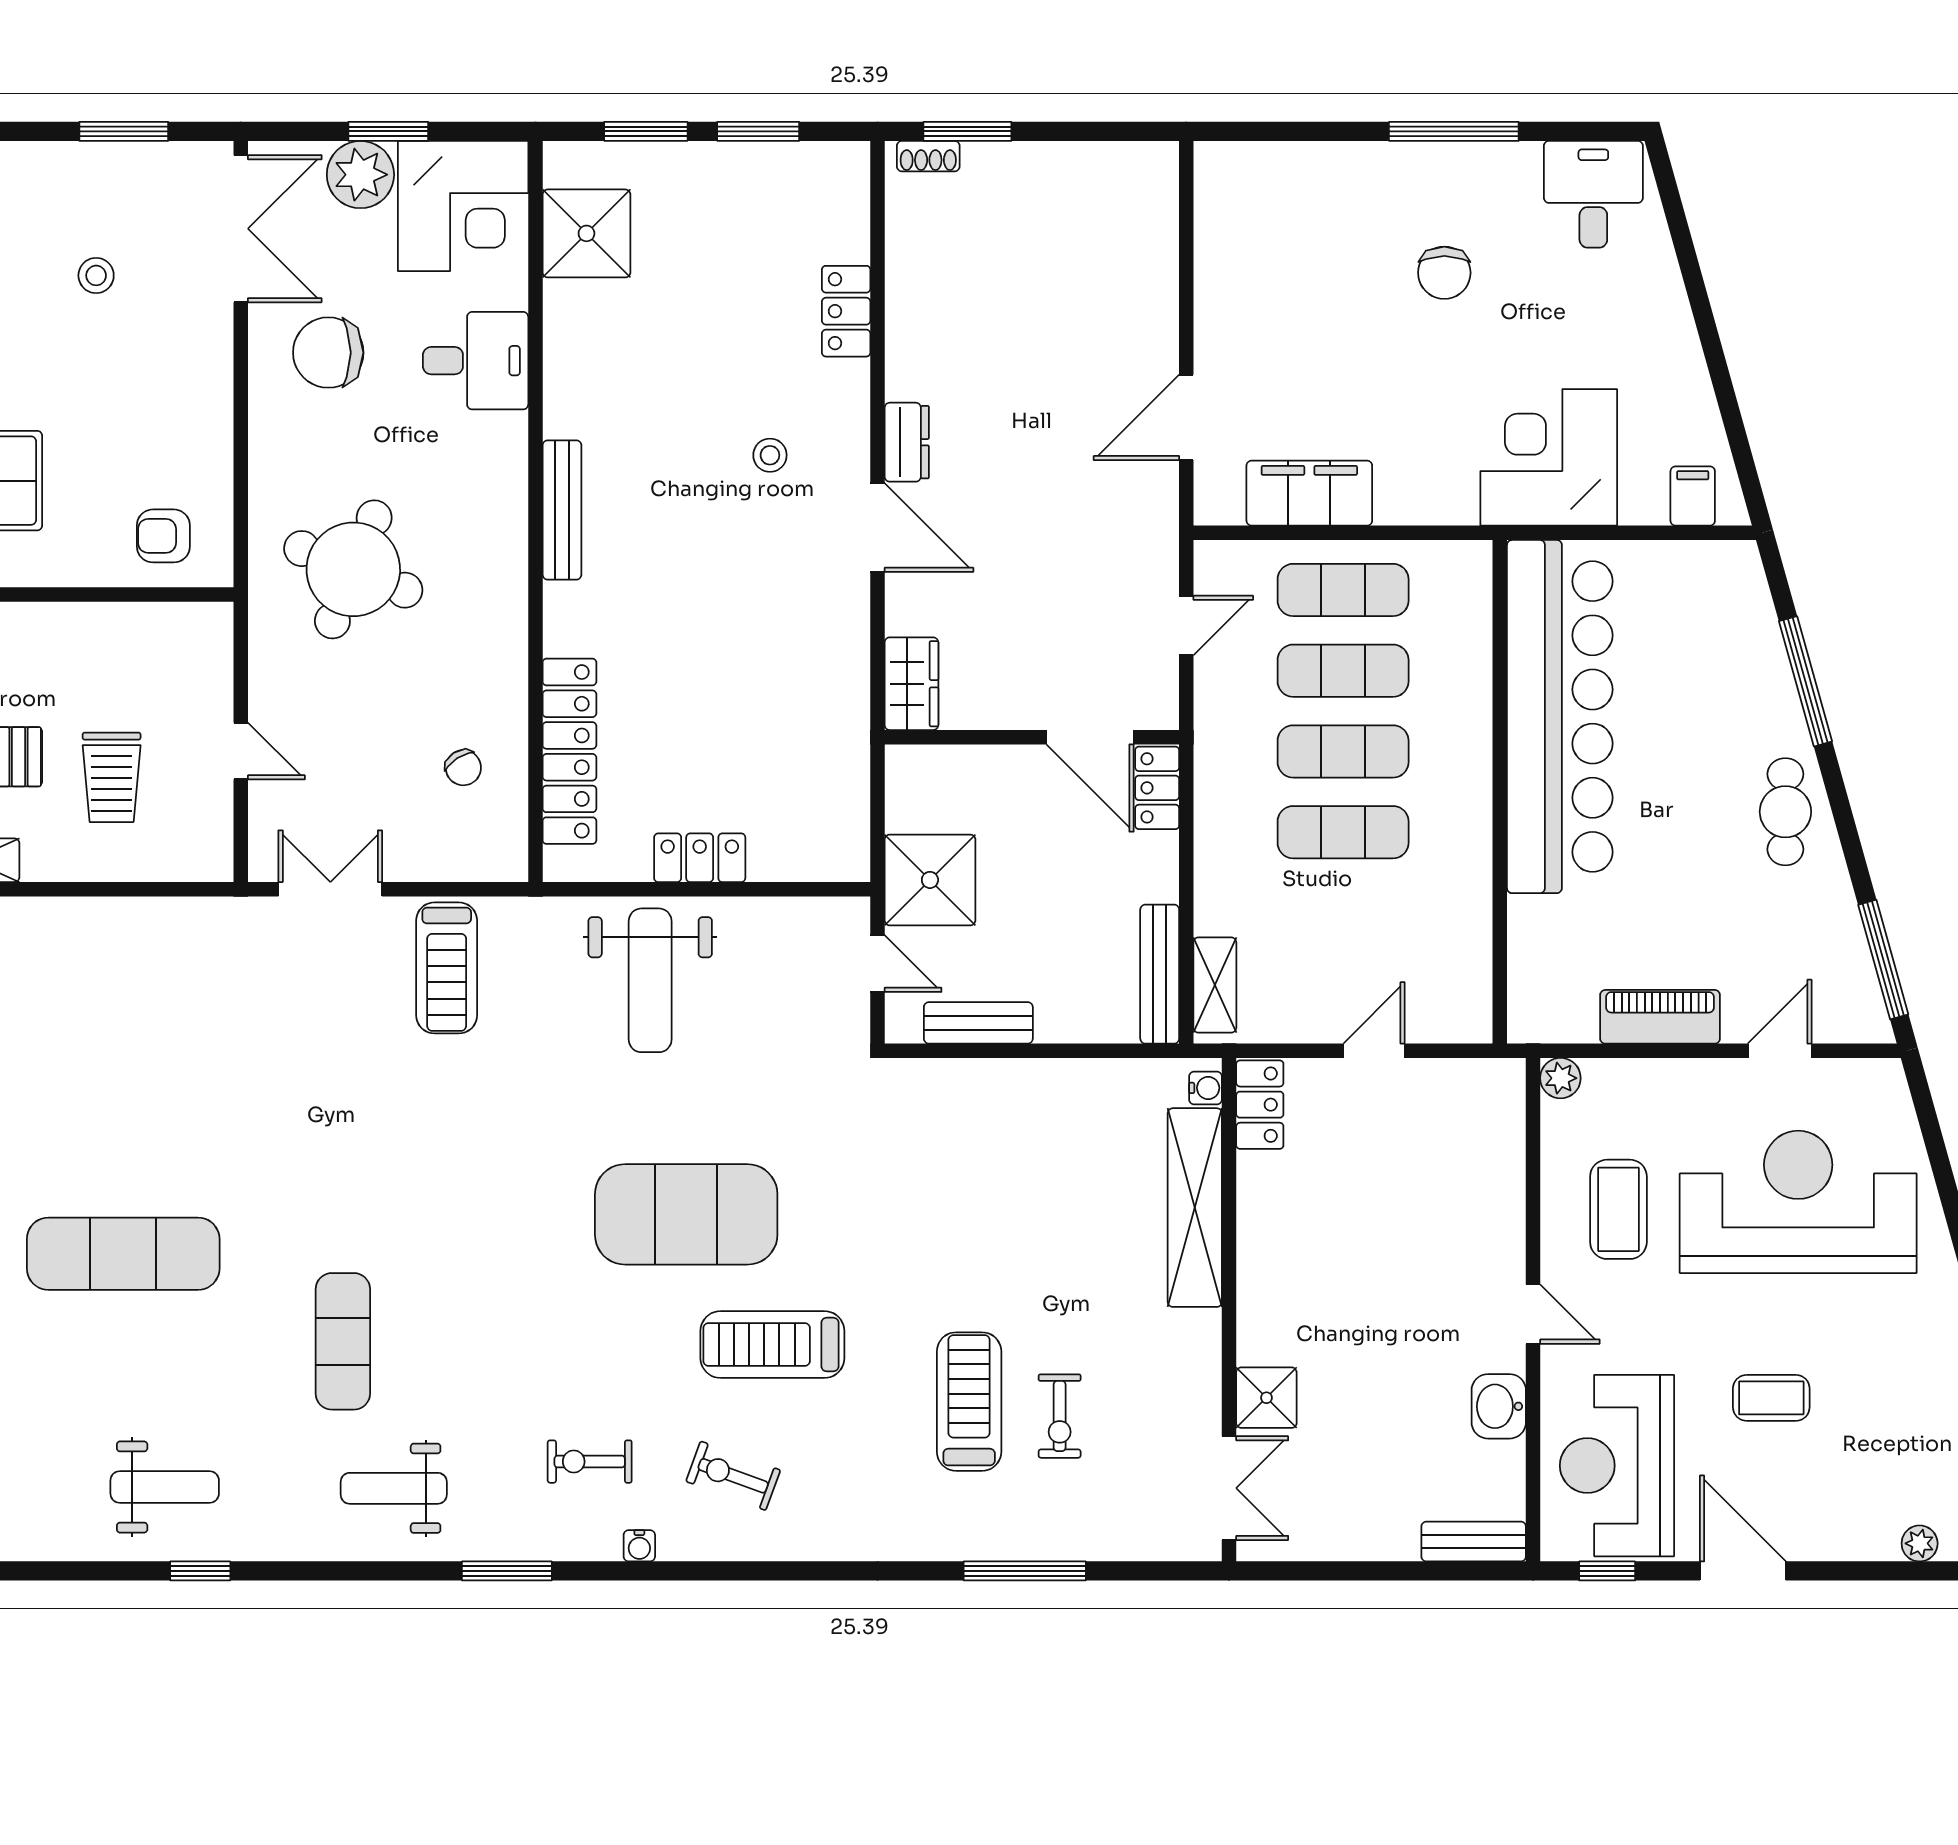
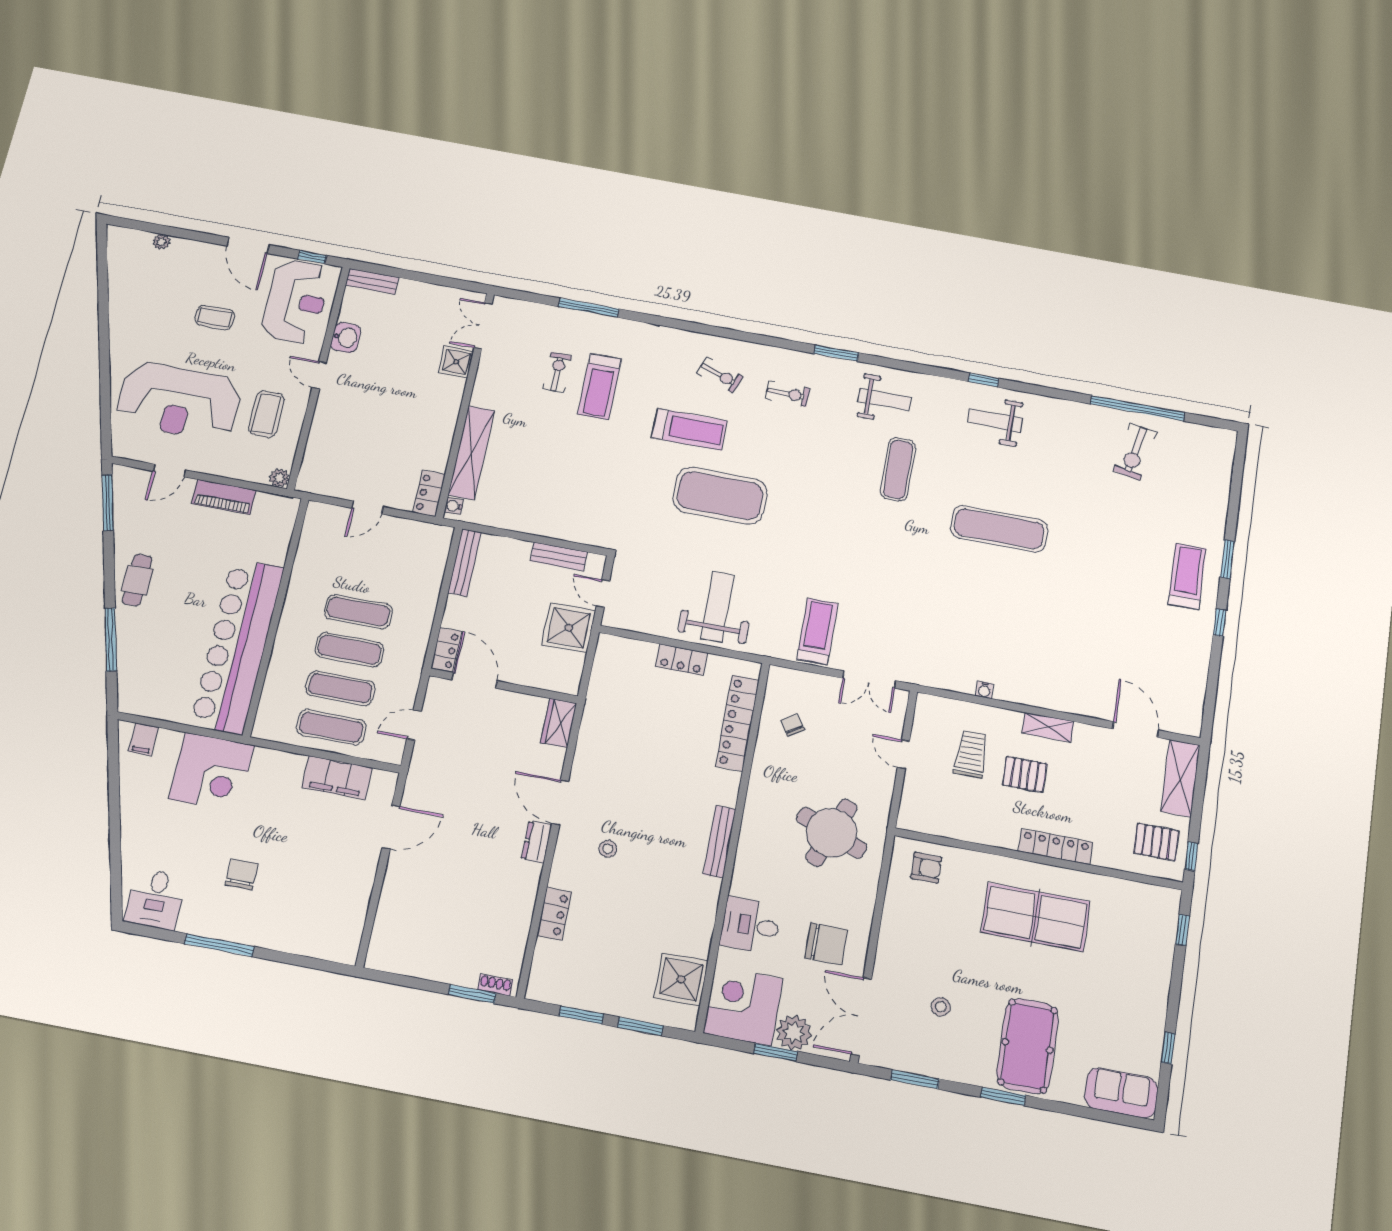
shelving: (1215, 985) -> (438, 552), removed
water cooler: (639, 1546) -> (984, 690), moved, turned 180

